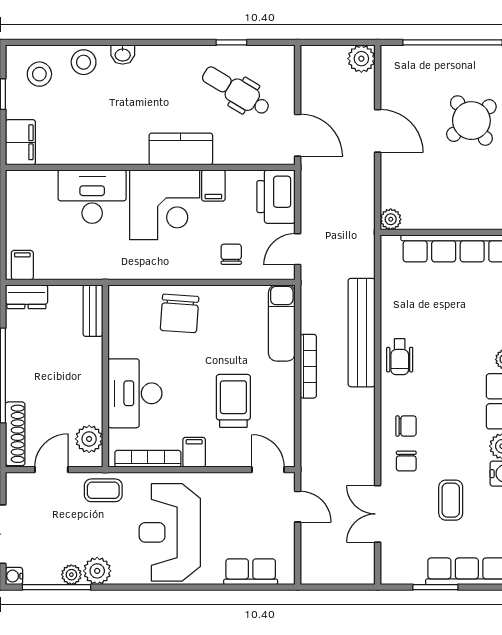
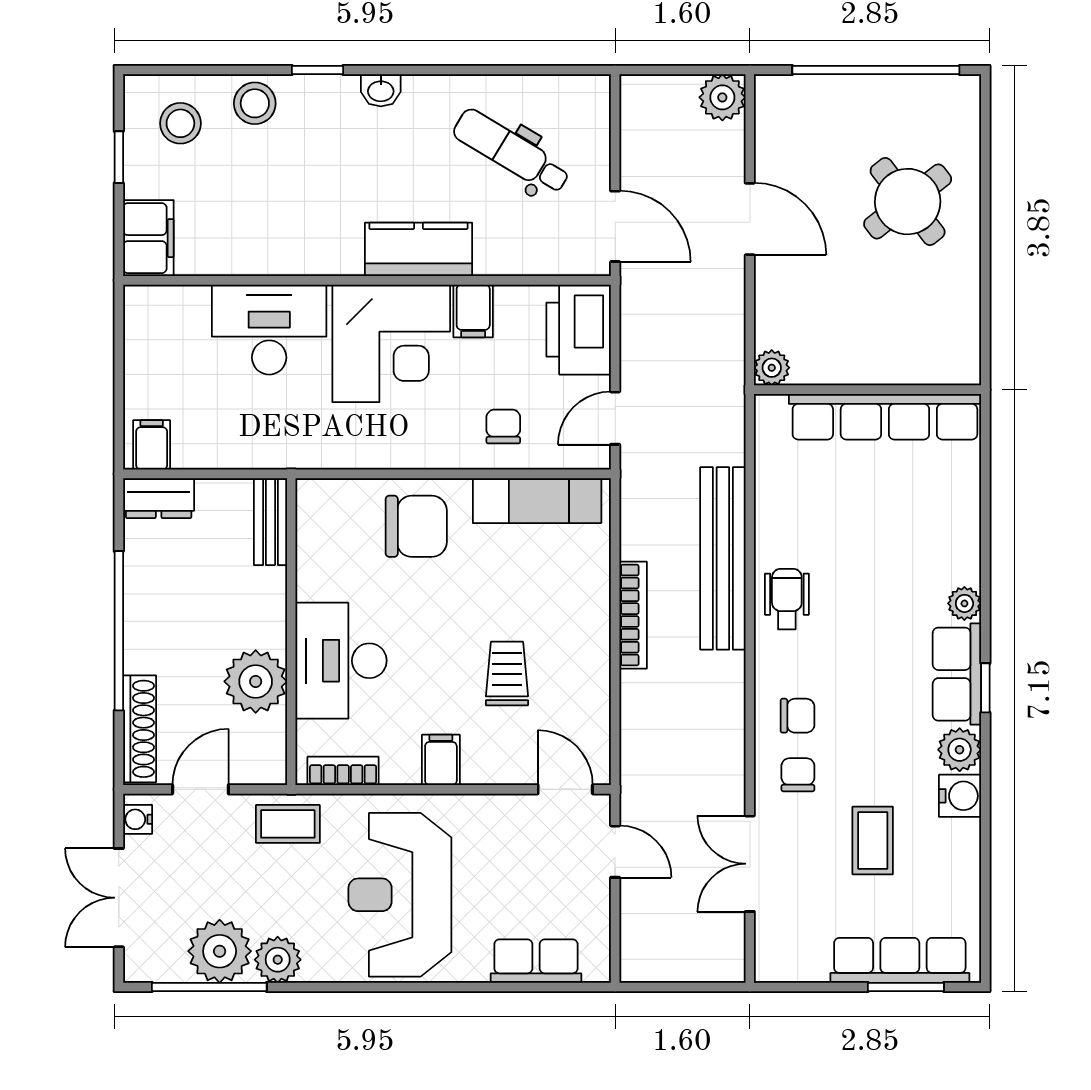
window: (231, 42) -> (318, 70), moved
washbasin: (123, 54) -> (381, 90), moved
chair: (179, 313) -> (416, 526), turned -94
exam couch: (282, 323) -> (537, 501), moved, turned -90
wheelchair: (400, 357) -> (787, 599), turned 180
trolley: (233, 401) -> (507, 673), width x0.73, depth x0.72
plant: (89, 439) -> (256, 681), moved, width x1.36, depth x1.36
bookcase: (148, 459) -> (343, 771), width x0.64
chair: (406, 461) -> (798, 775), turned 180
plant: (71, 575) -> (220, 951), width x1.87, depth x1.87
water cooler: (14, 576) -> (138, 819), moved
window: (435, 587) -> (906, 987), moved

